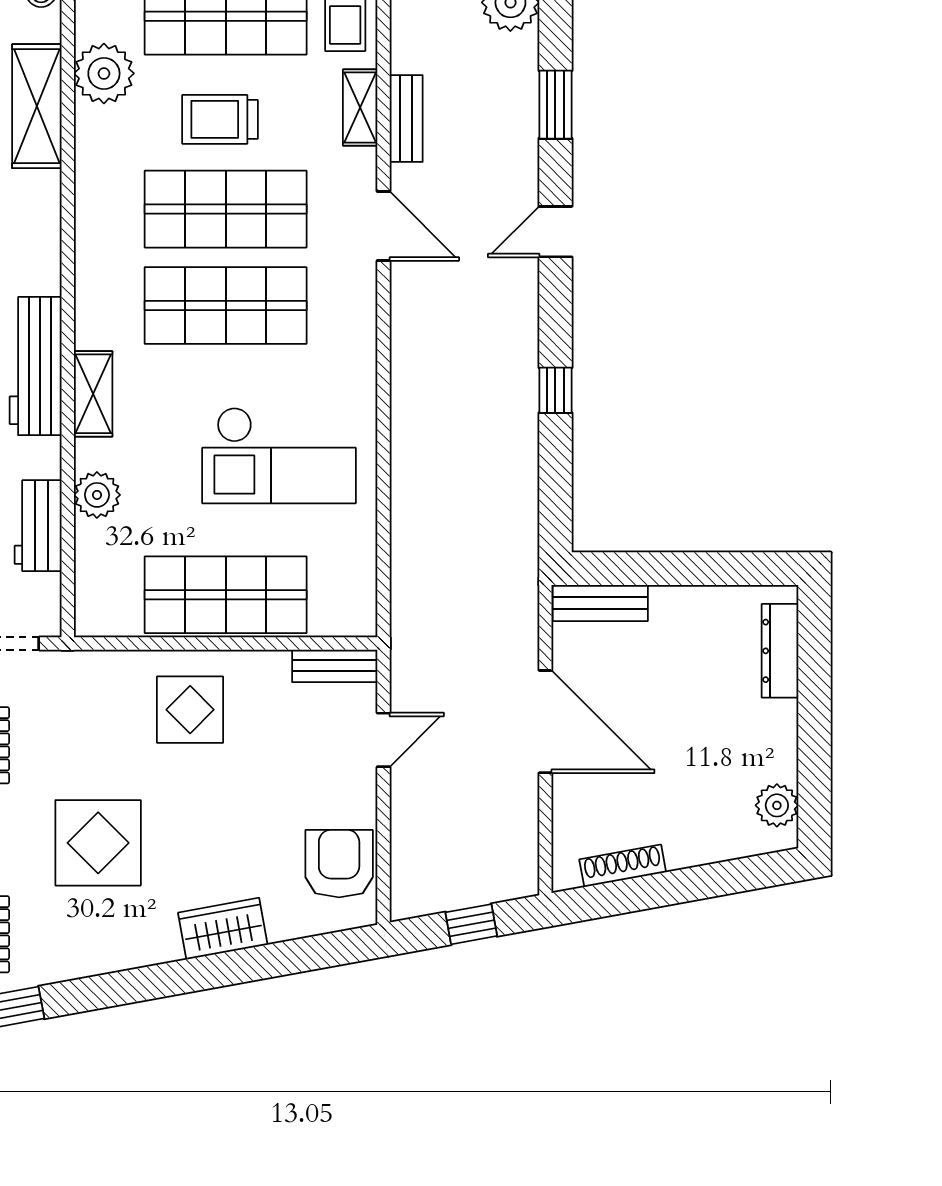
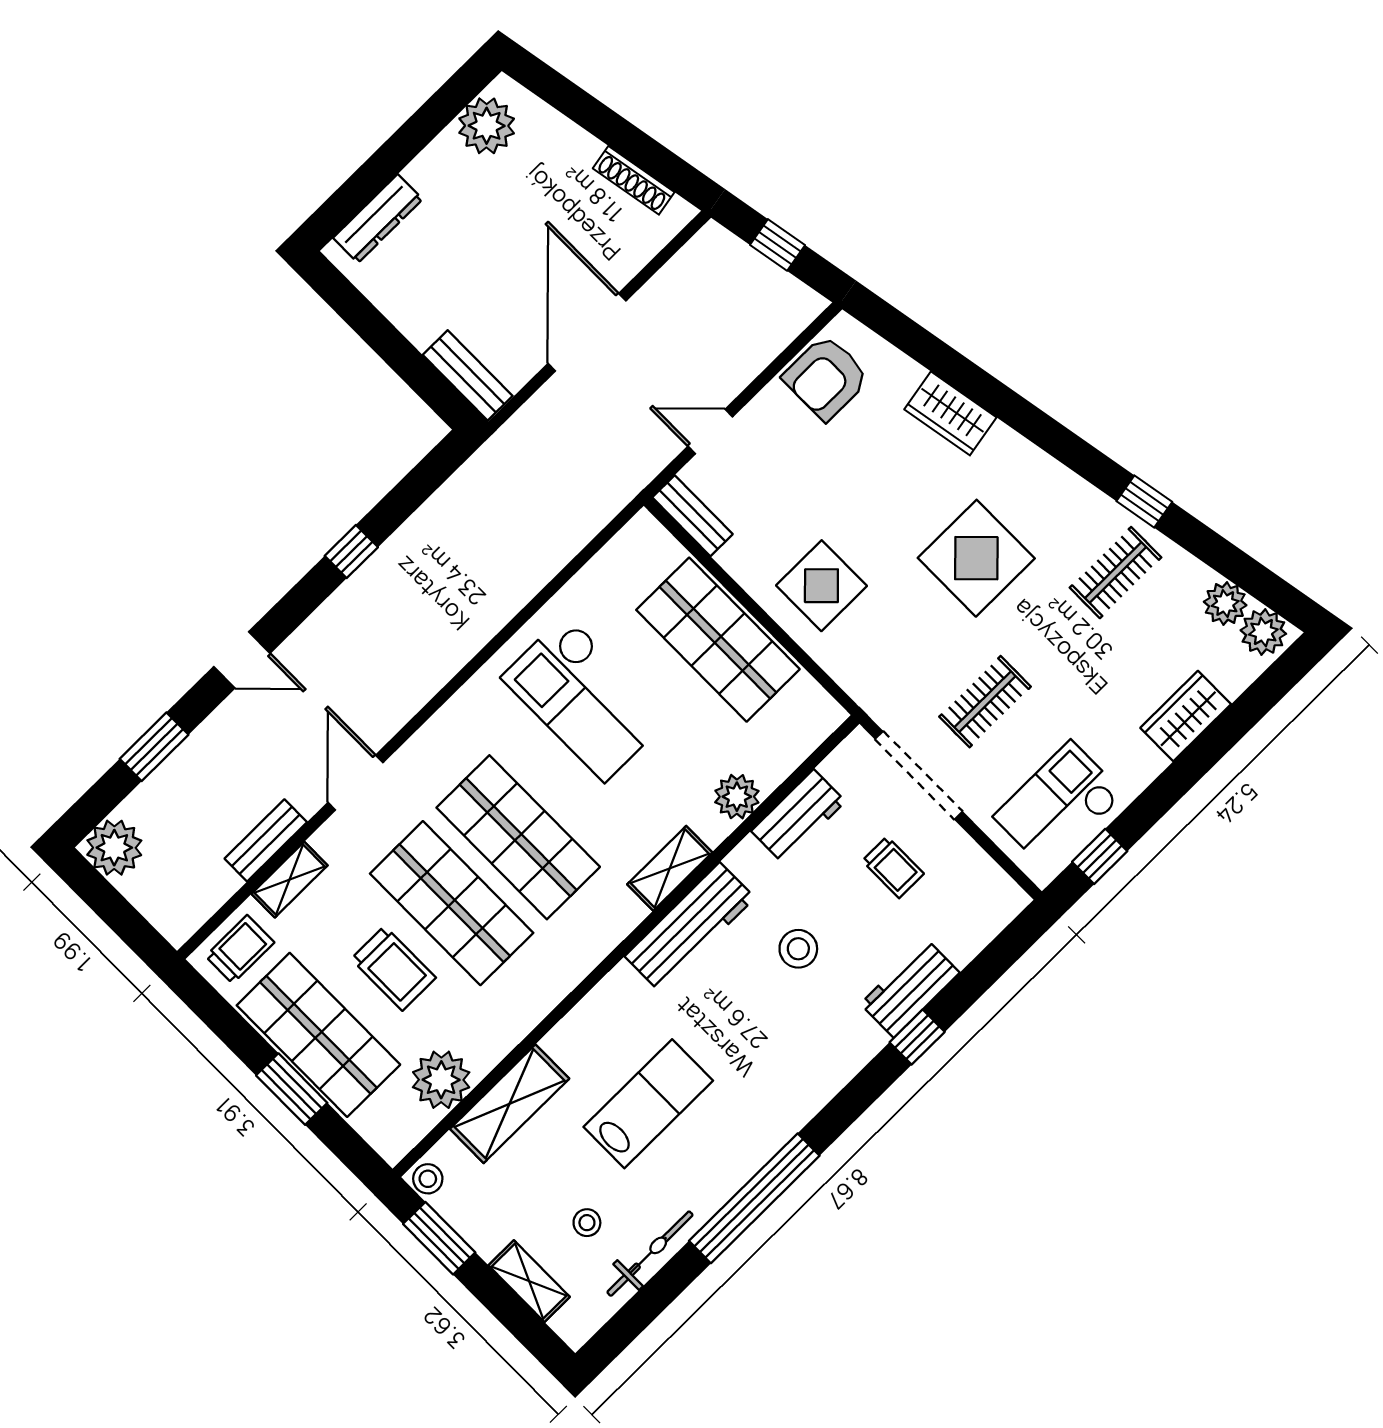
checkout: (279, 455) -> (585, 698), turned 180
plant: (777, 805) -> (487, 126), width x1.36, depth x1.36

